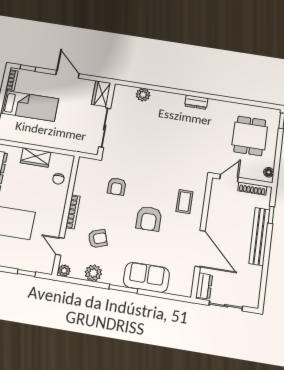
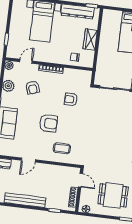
armchair: (149, 219) -> (48, 123), turned 180
bench: (259, 236) -> (25, 200), moved
door: (200, 249) -> (28, 160), width x0.53

